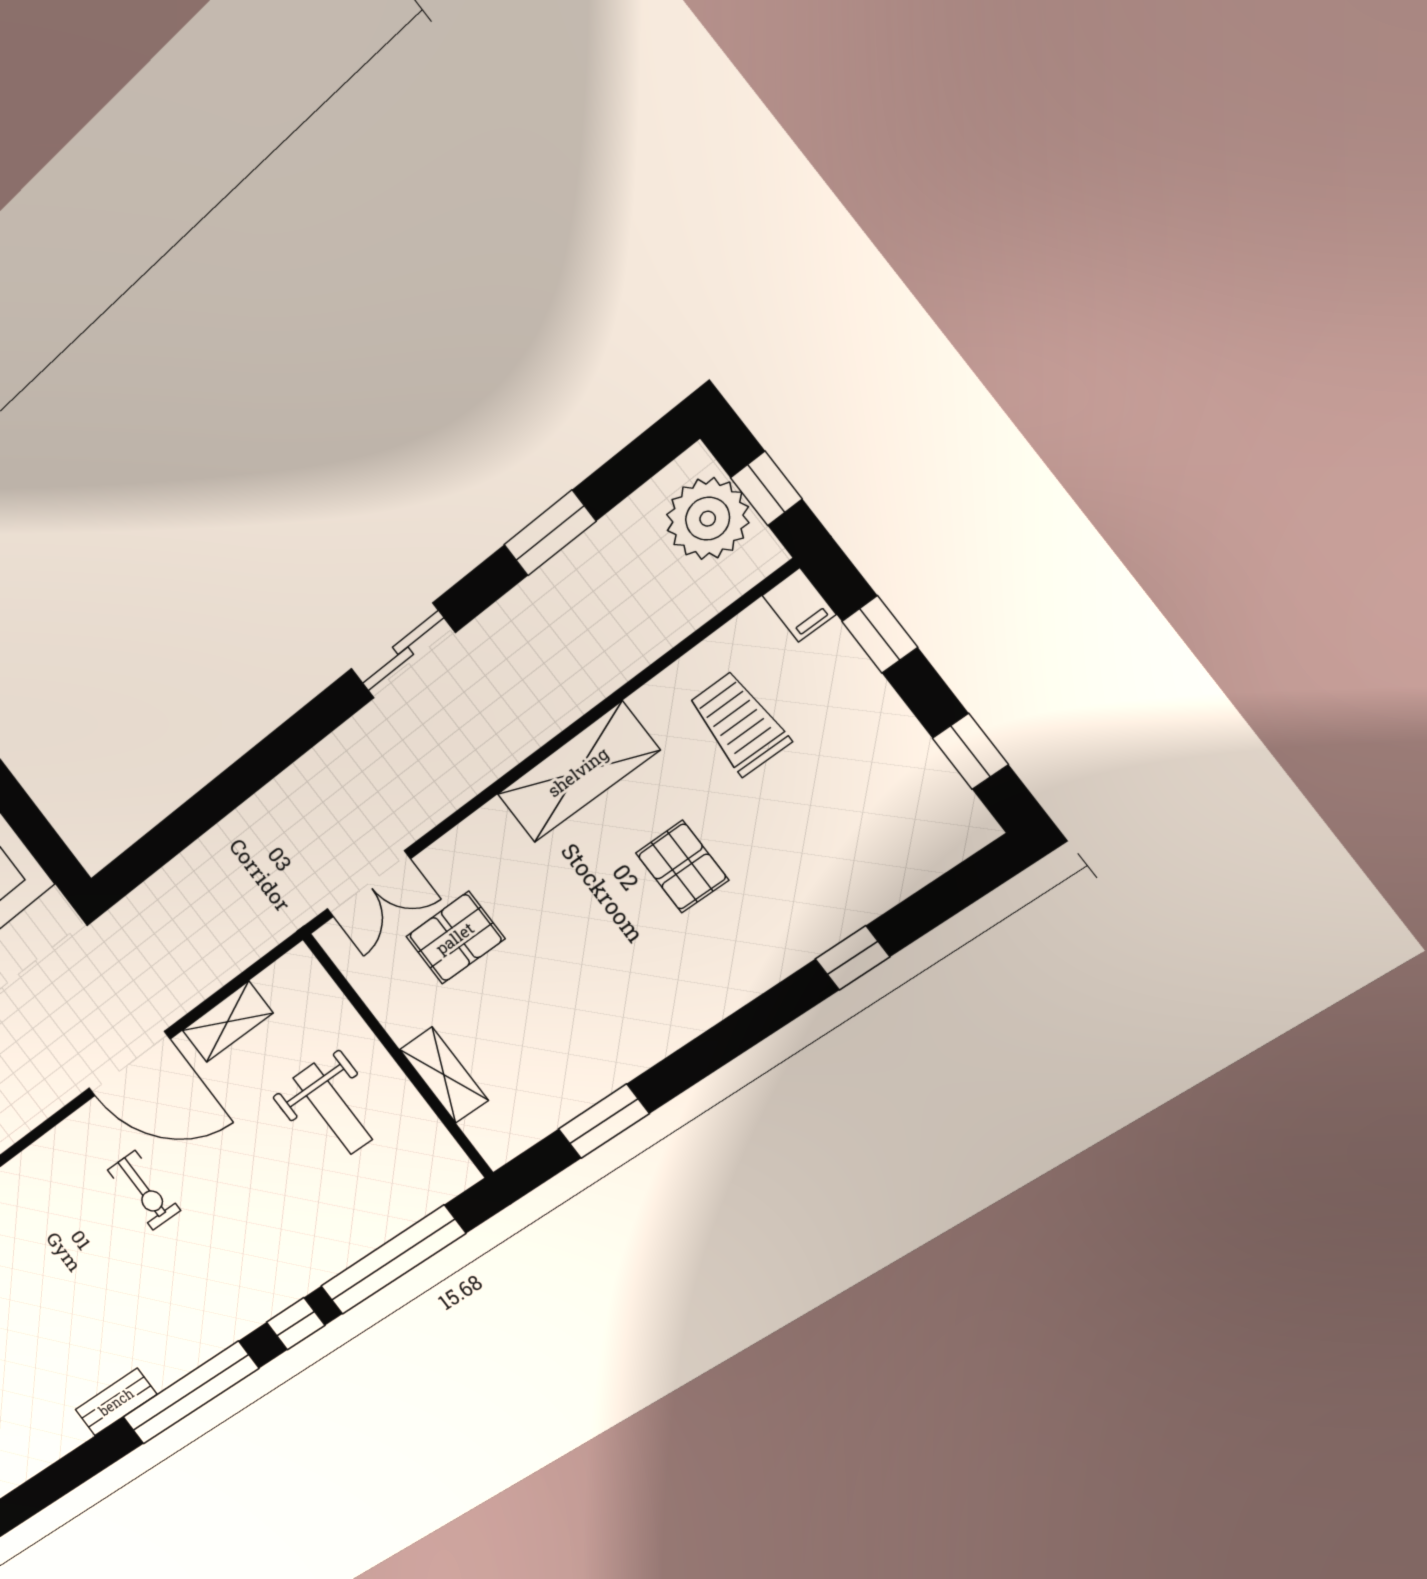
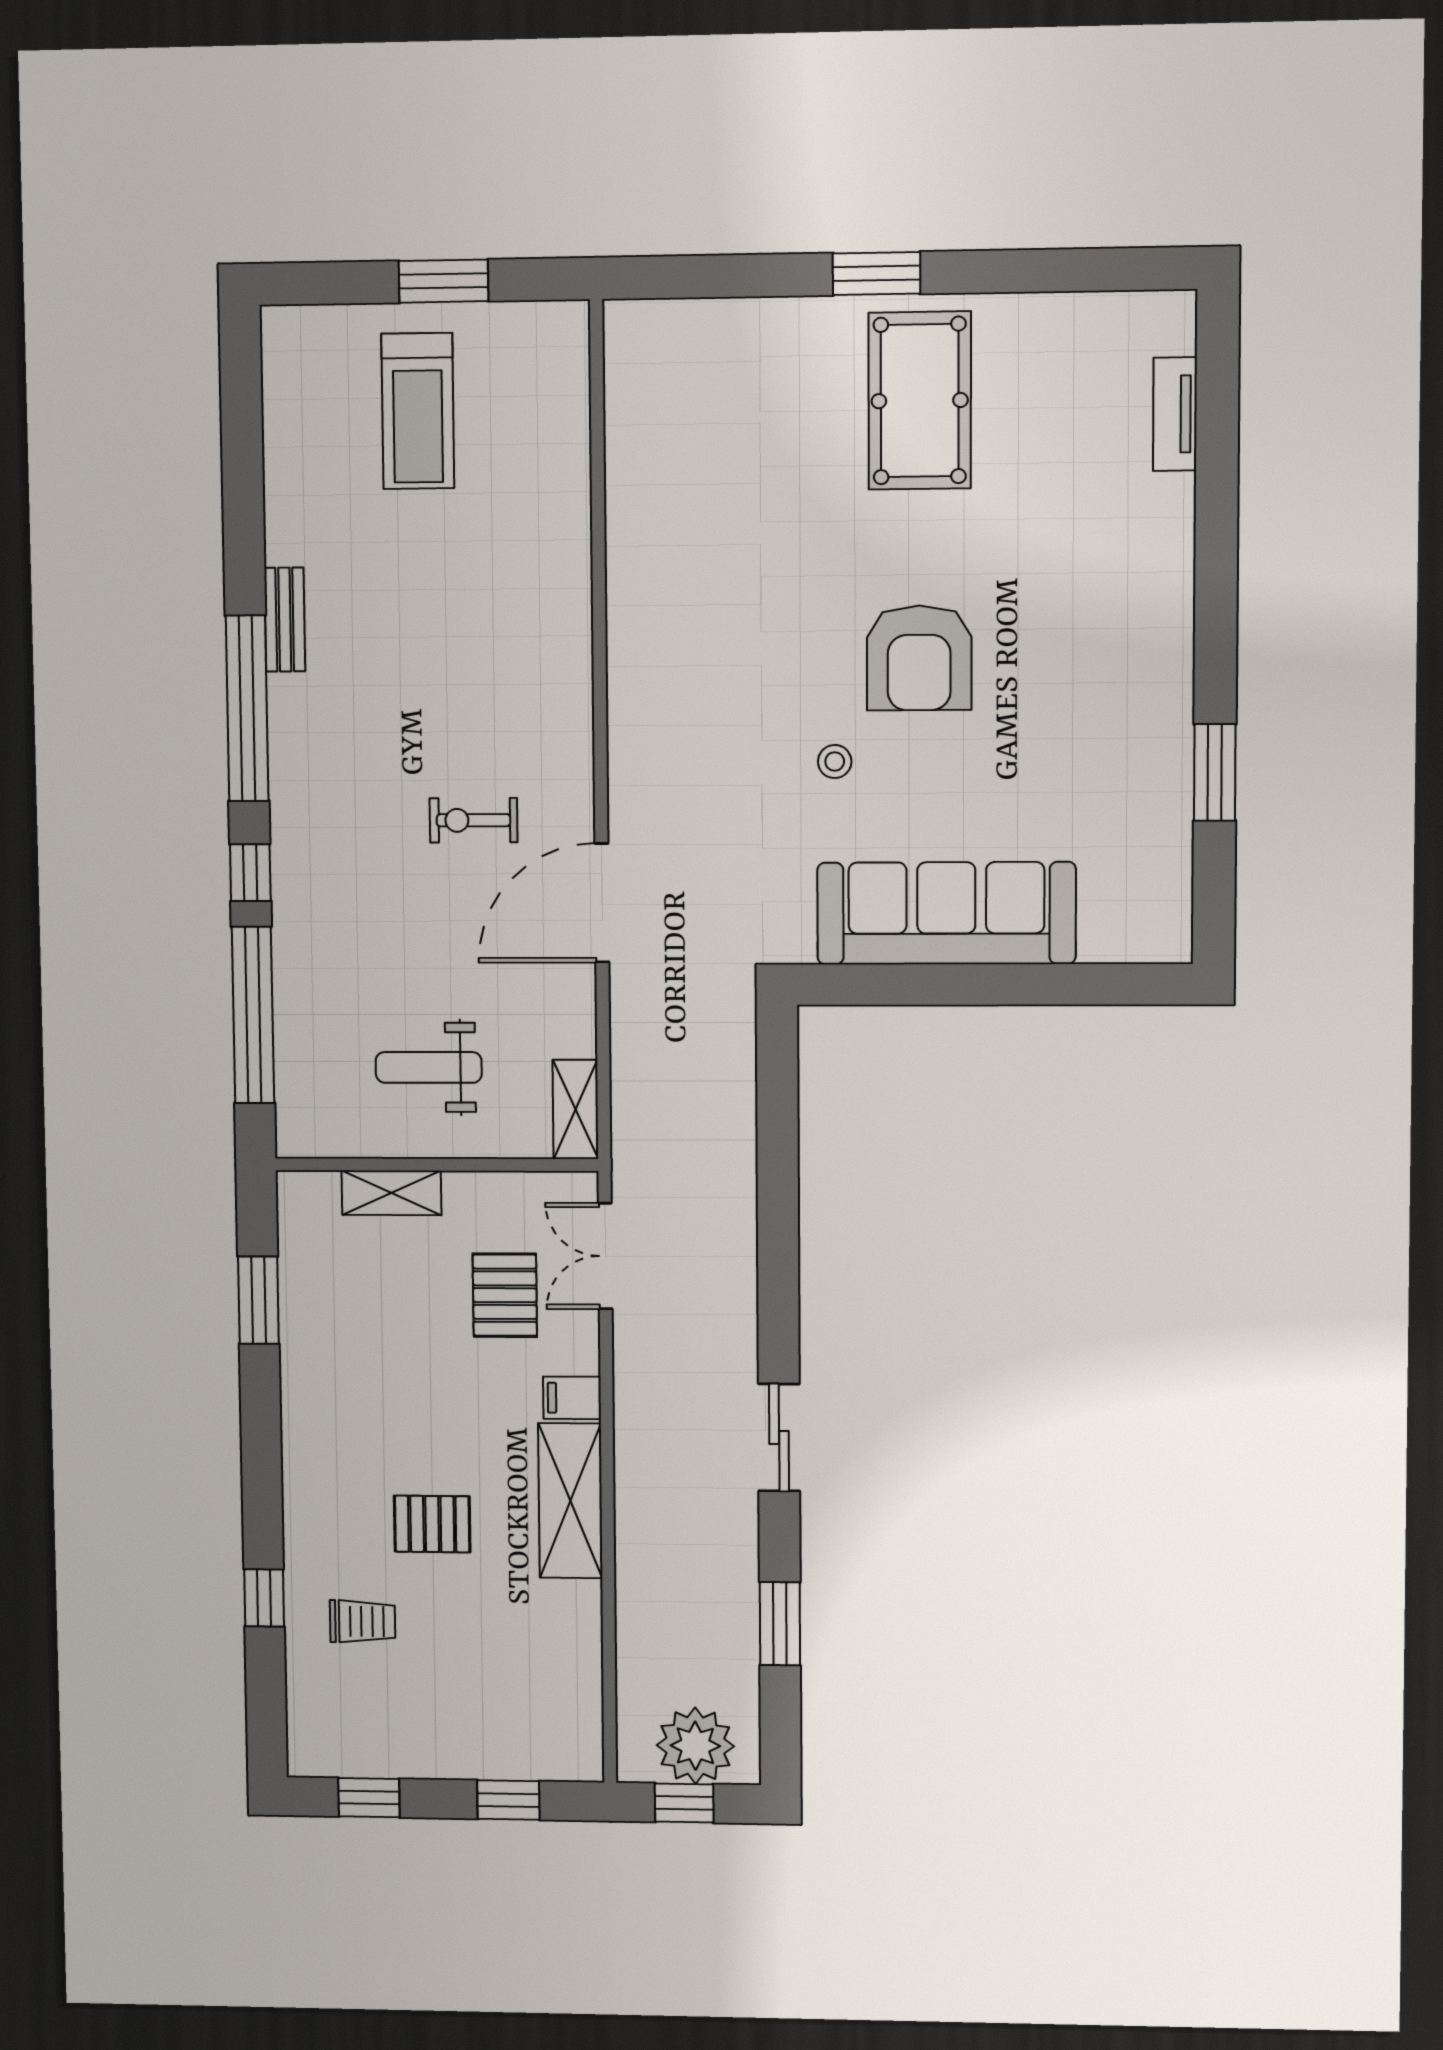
filing cabinet: (799, 605) -> (572, 1398), moved
trolley: (739, 723) -> (362, 1621), moved, width x0.73, depth x0.72
shelving: (228, 1022) -> (575, 1109), moved

